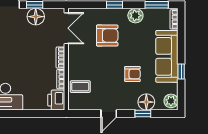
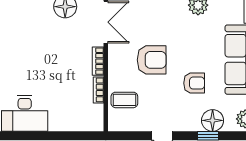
armchair: (107, 36) -> (152, 60), moved
printer: (56, 100) -> (93, 118), removed

